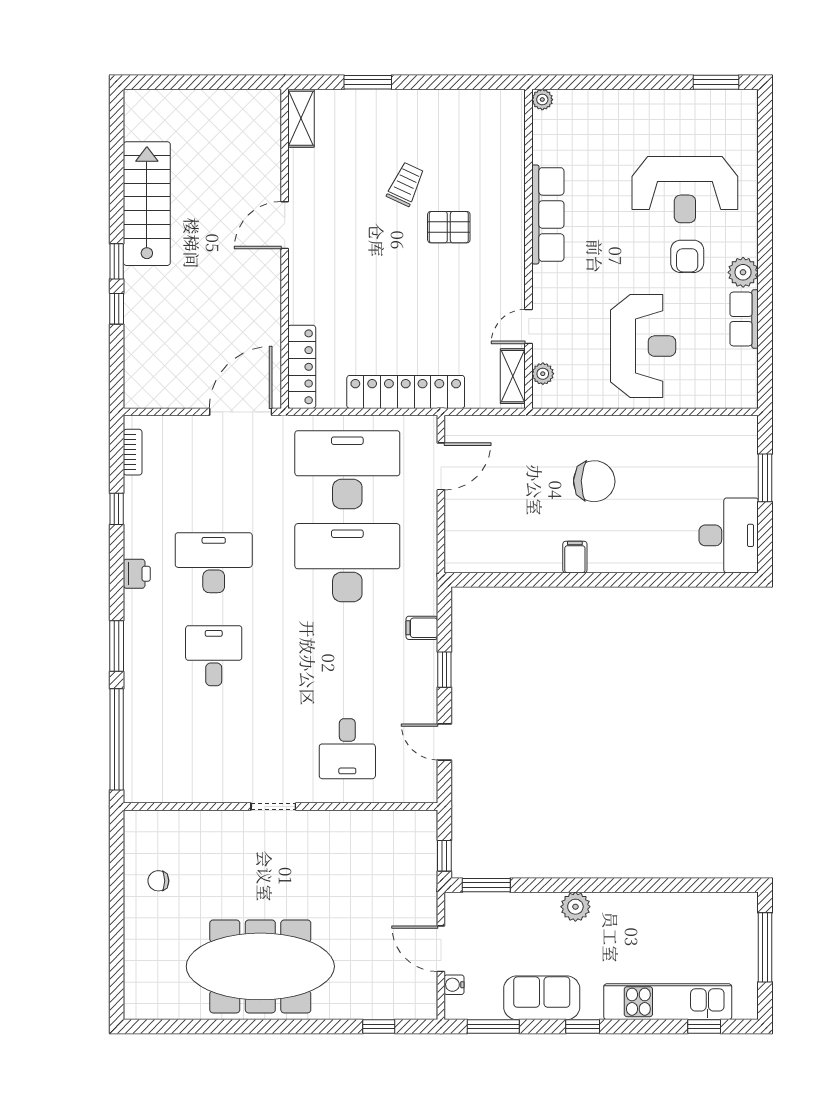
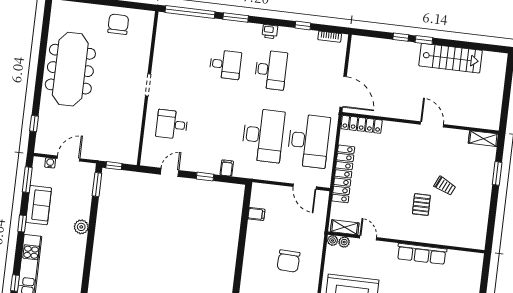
plant: (542, 100) -> (333, 240), moved
filing cabinet: (575, 557) -> (256, 214), moved
chair: (158, 881) -> (118, 24), width x1.87, depth x1.87

